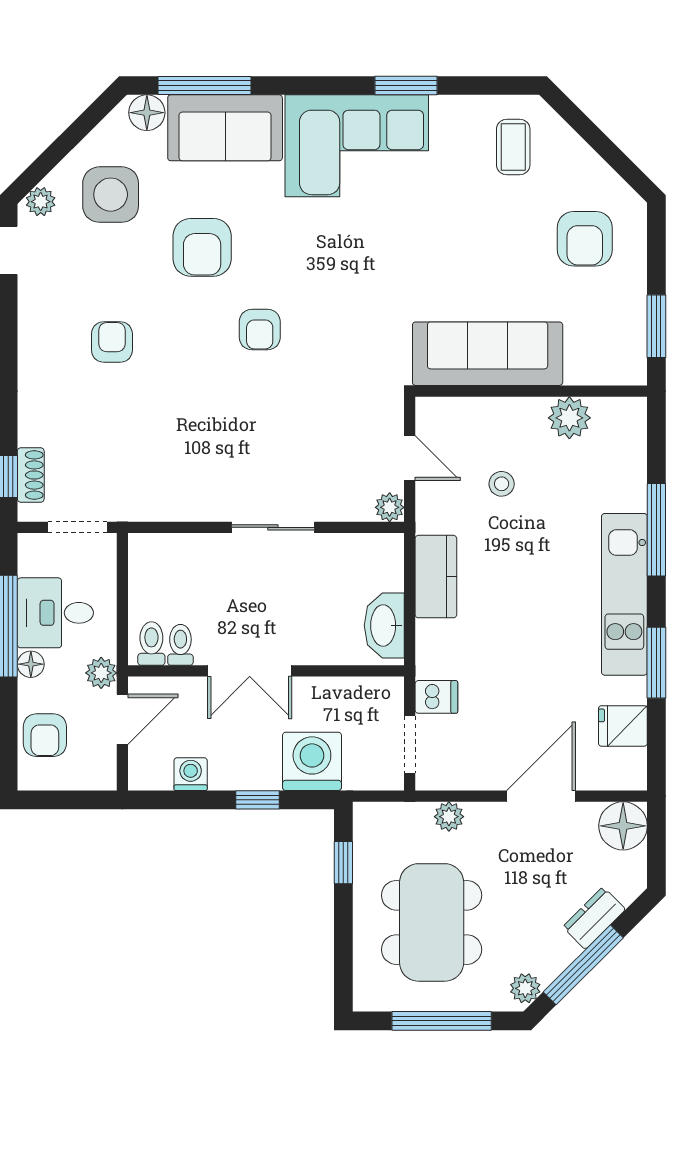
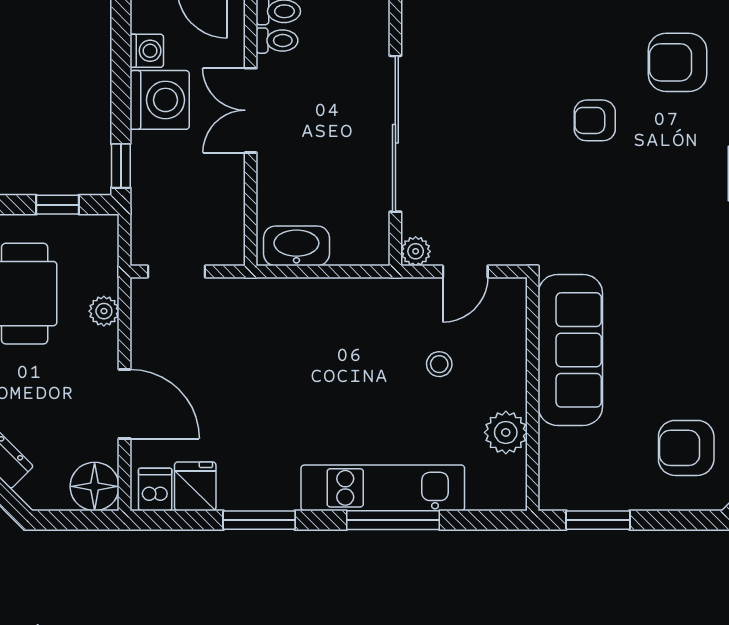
sliding door: (273, 527) -> (395, 134), width x1.86
kitchen counter: (436, 577) -> (346, 298), removed
kitchen unit: (624, 594) -> (383, 488), moved
dishwasher: (436, 697) -> (155, 489), moved, turned 180
washing machine: (312, 761) -> (160, 100), moved
window: (258, 800) -> (121, 166), moved

